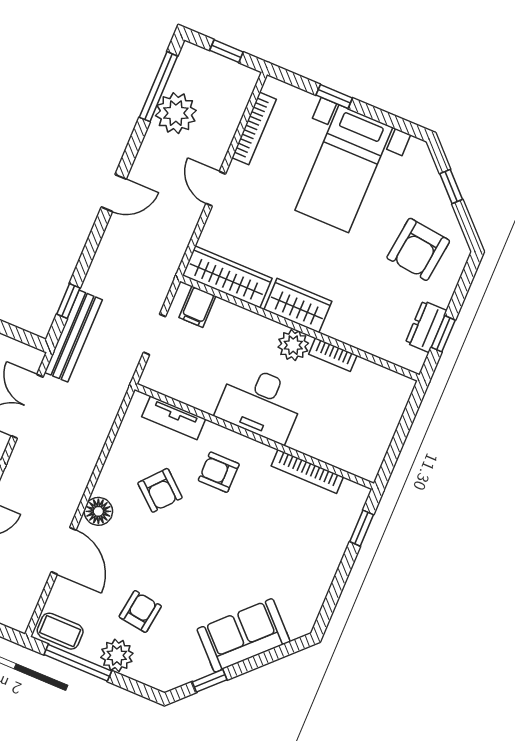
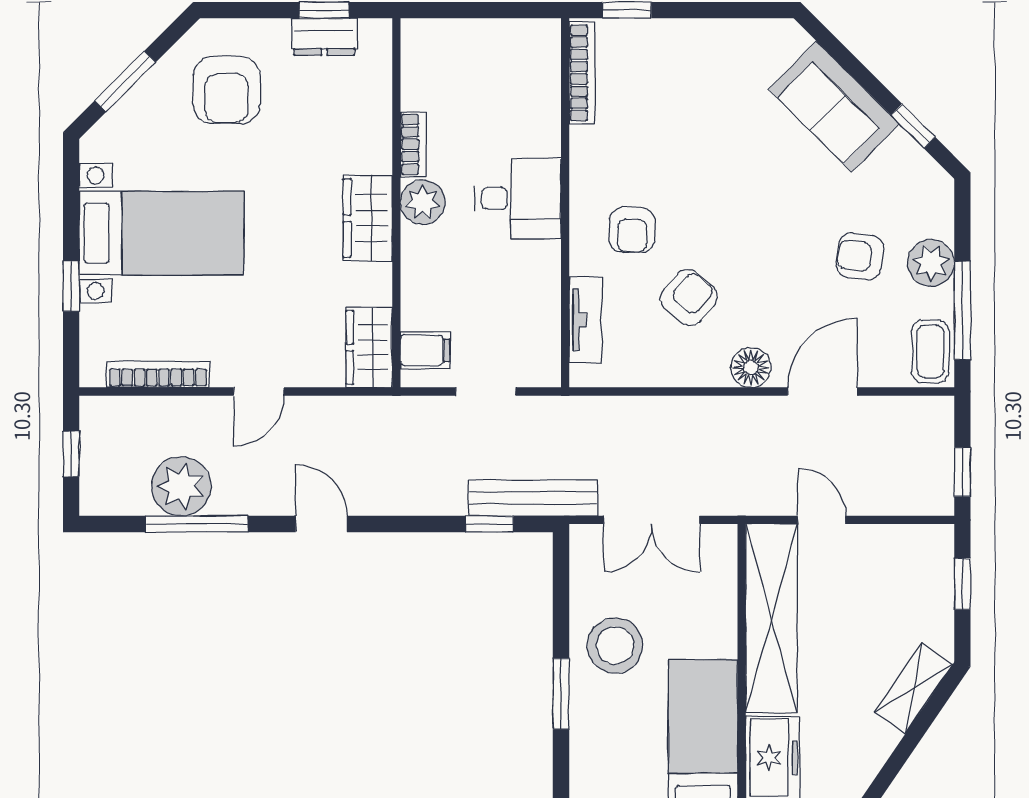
window: (158, 87) -> (197, 524), moved
window: (451, 186) -> (125, 82), width x1.50
armchair: (418, 249) -> (227, 90), turned 83
wardrobe: (227, 277) -> (369, 347), width x0.67
desk: (260, 403) -> (518, 198), width x0.73
bookcase: (307, 472) -> (582, 73), moved

